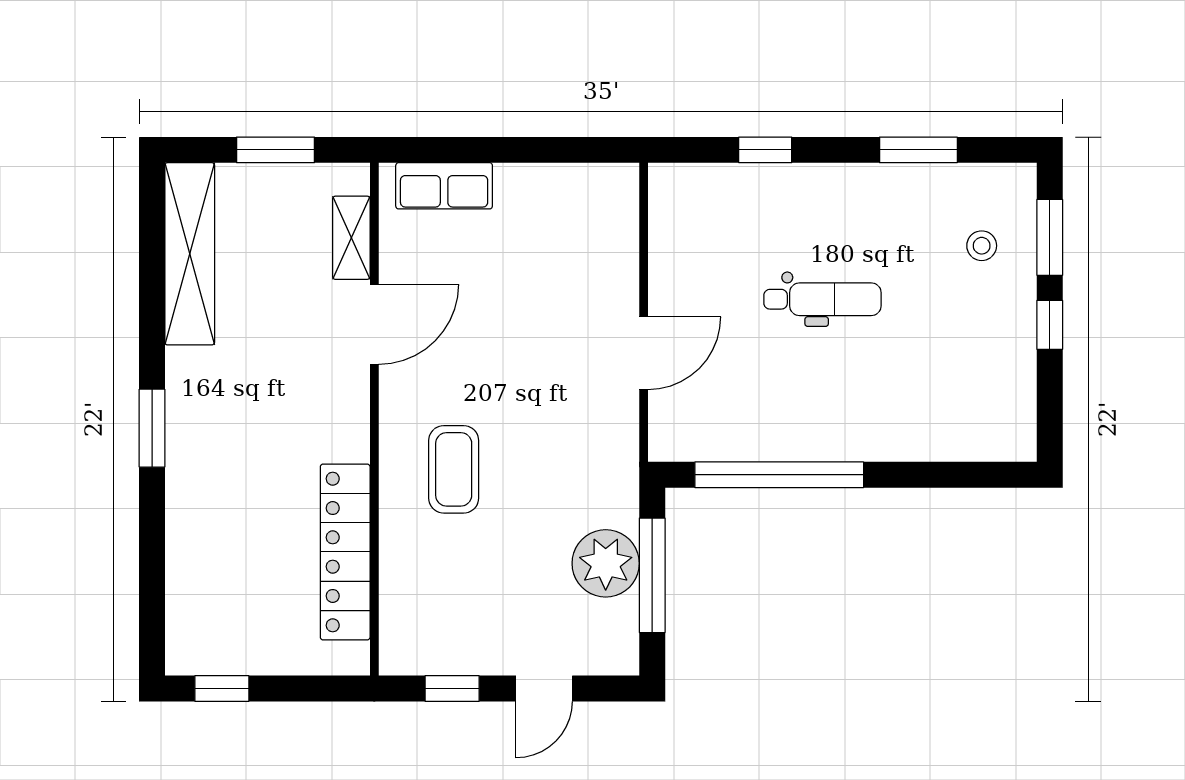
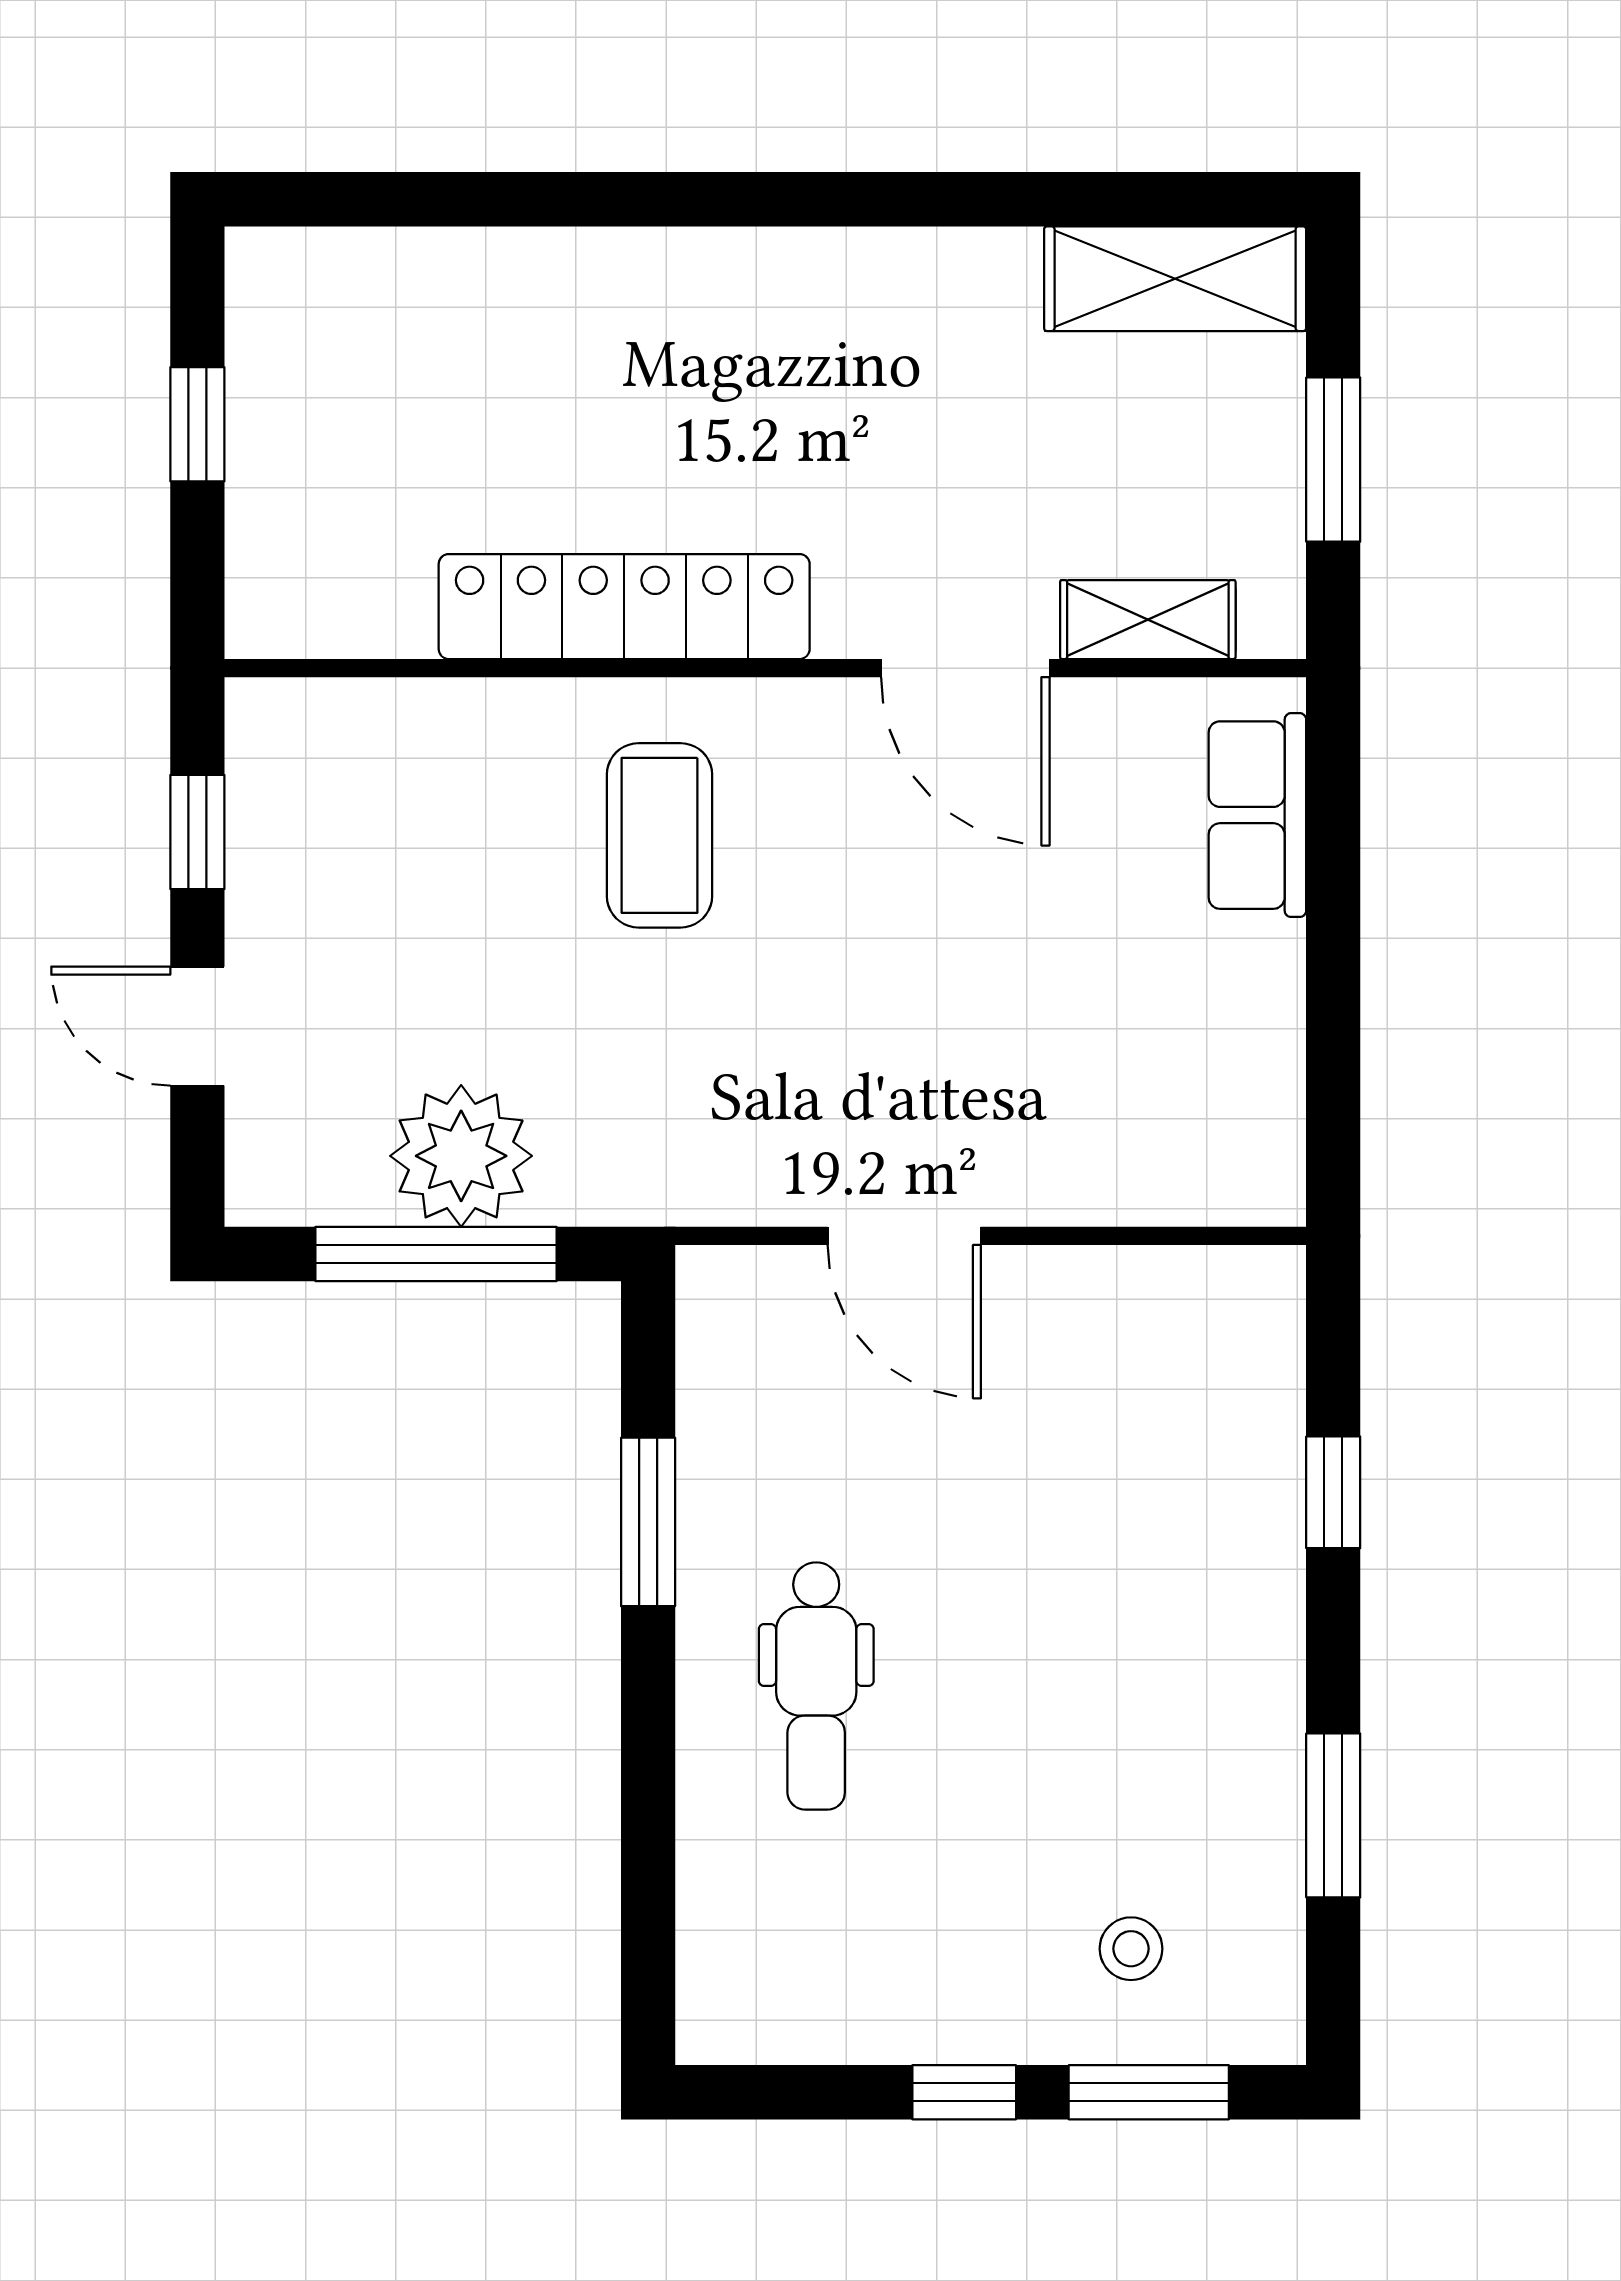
shelving: (190, 254) -> (1175, 279), width x0.68
dental chair: (822, 299) -> (816, 1686), moved
window: (152, 428) -> (746, 199), removed
coffee table: (454, 469) -> (659, 835), turned 90
window: (779, 475) -> (648, 1522), width x0.47
locker: (345, 552) -> (624, 607), moved
window: (222, 688) -> (197, 424), moved

